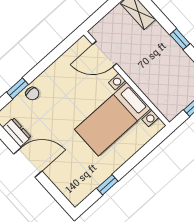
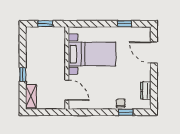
window: (180, 39) -> (23, 74), moved
door: (28, 162) -> (154, 52), moved

